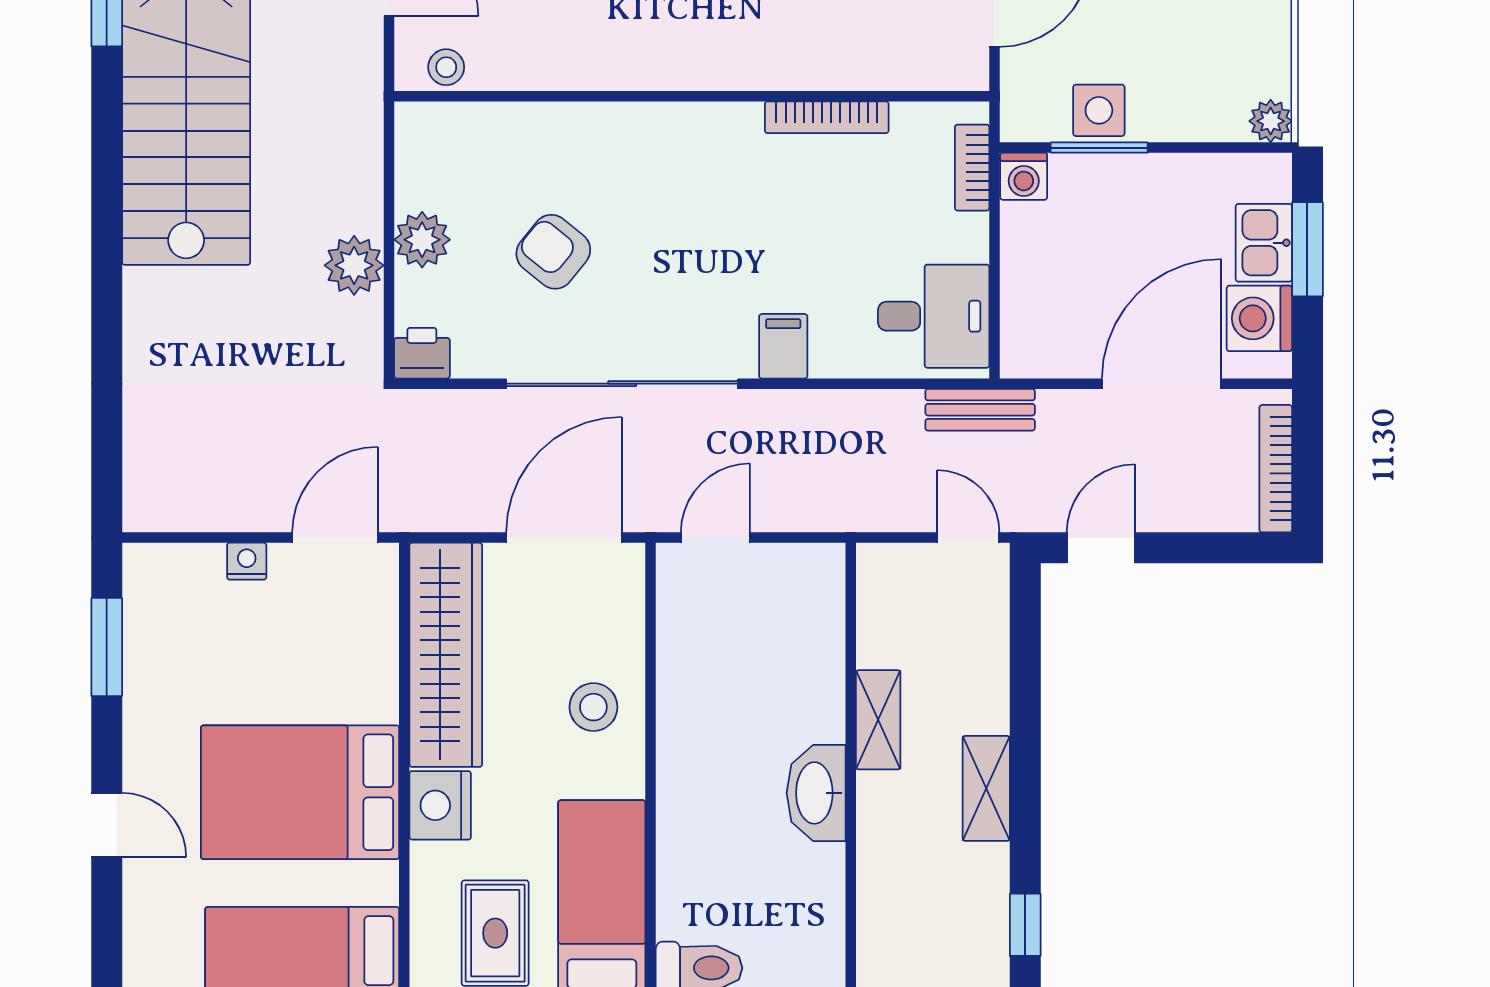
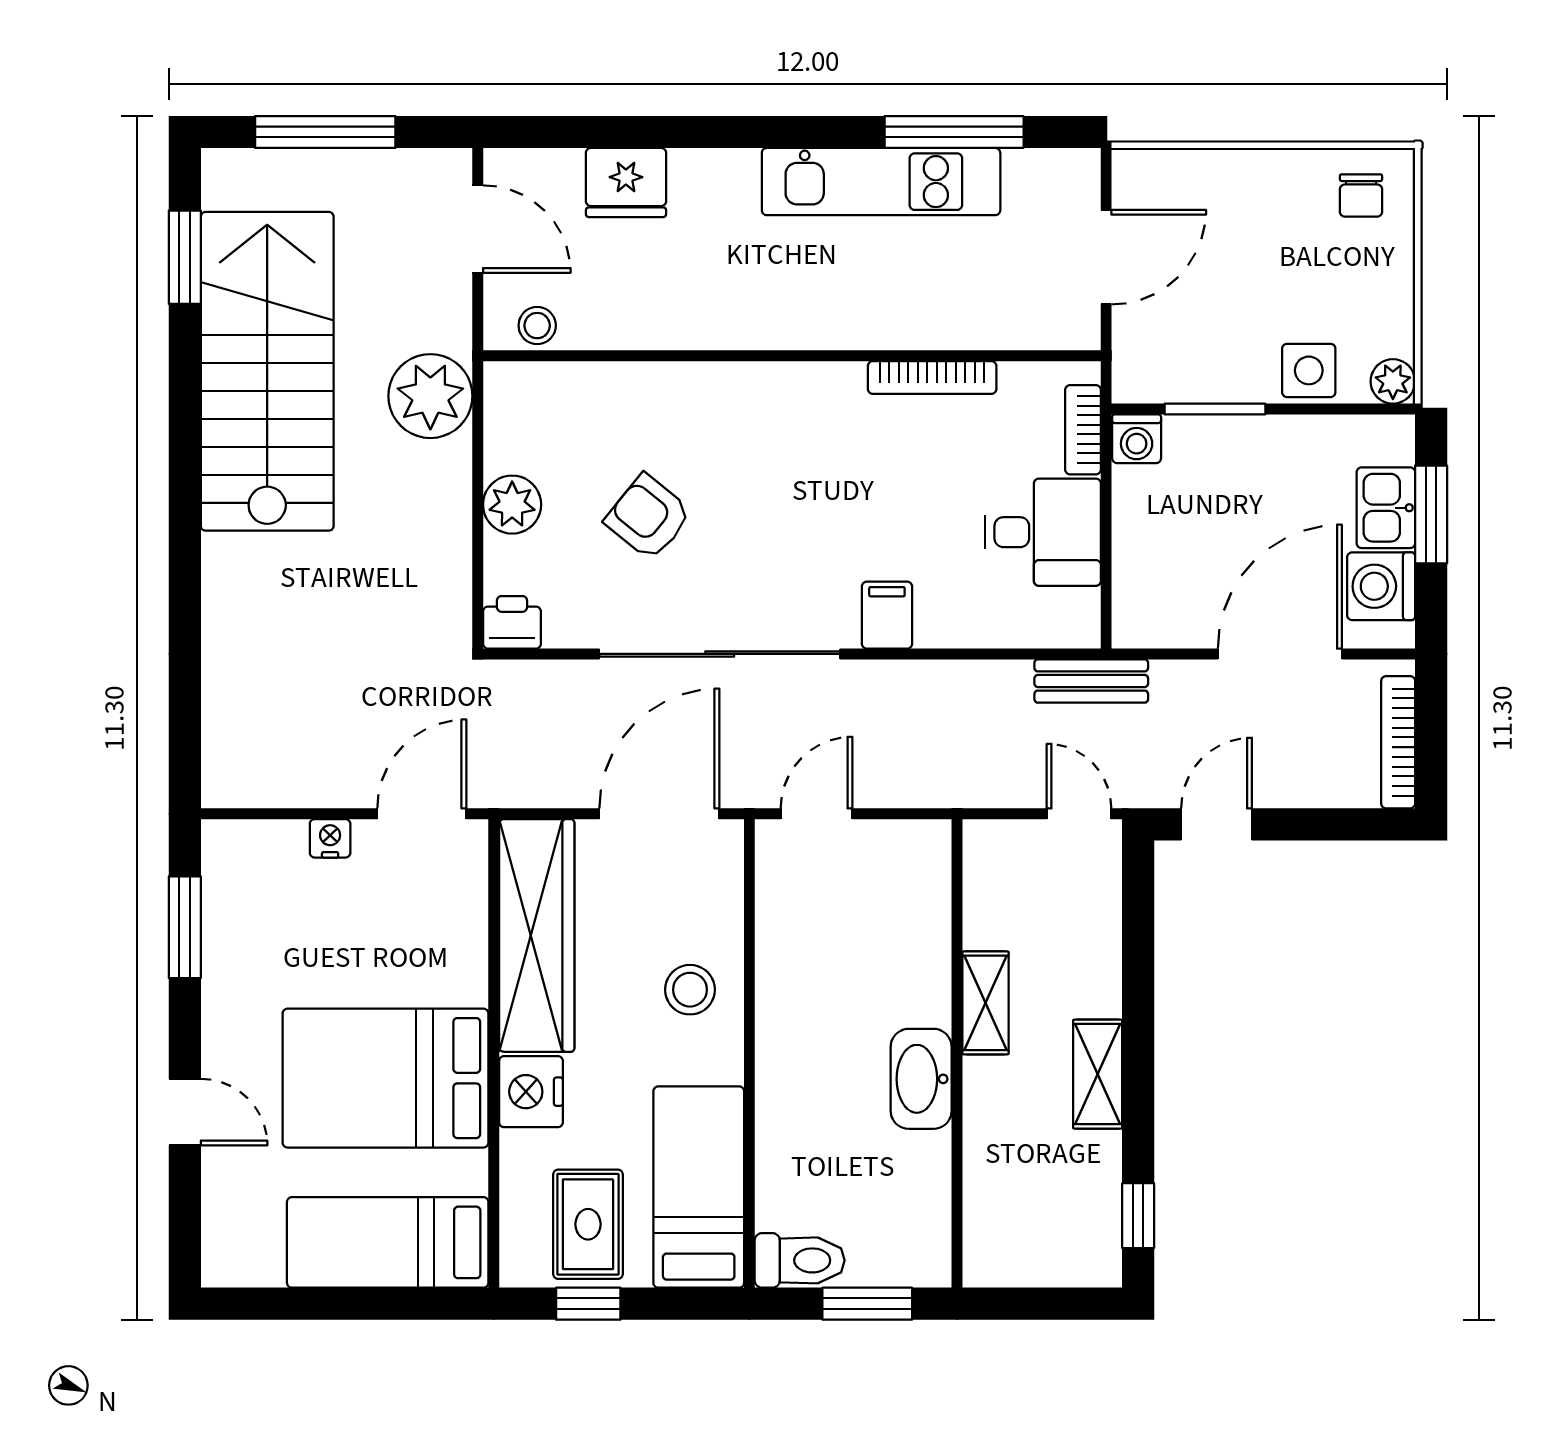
side table: (1099, 110) -> (1309, 370), moved
plant: (354, 265) -> (430, 396), moved, width x1.36, depth x1.36
desk: (934, 316) -> (1043, 532), moved

